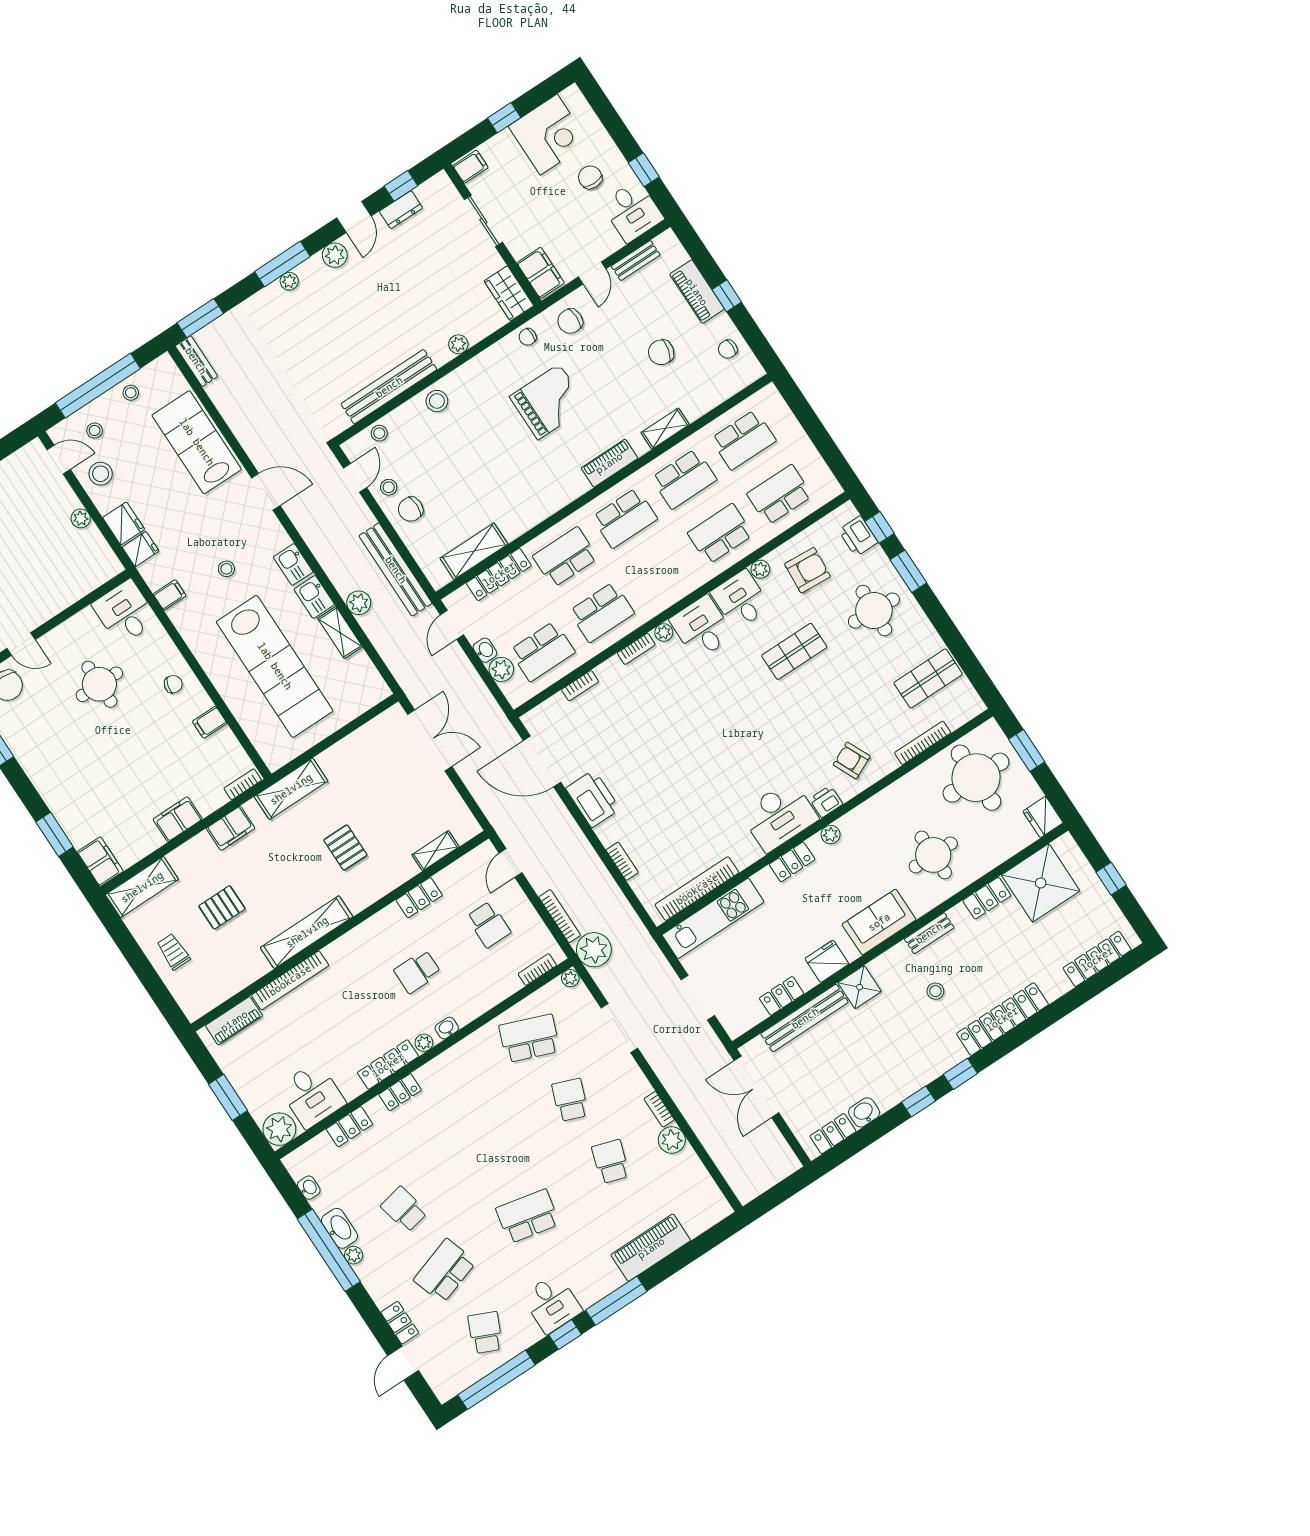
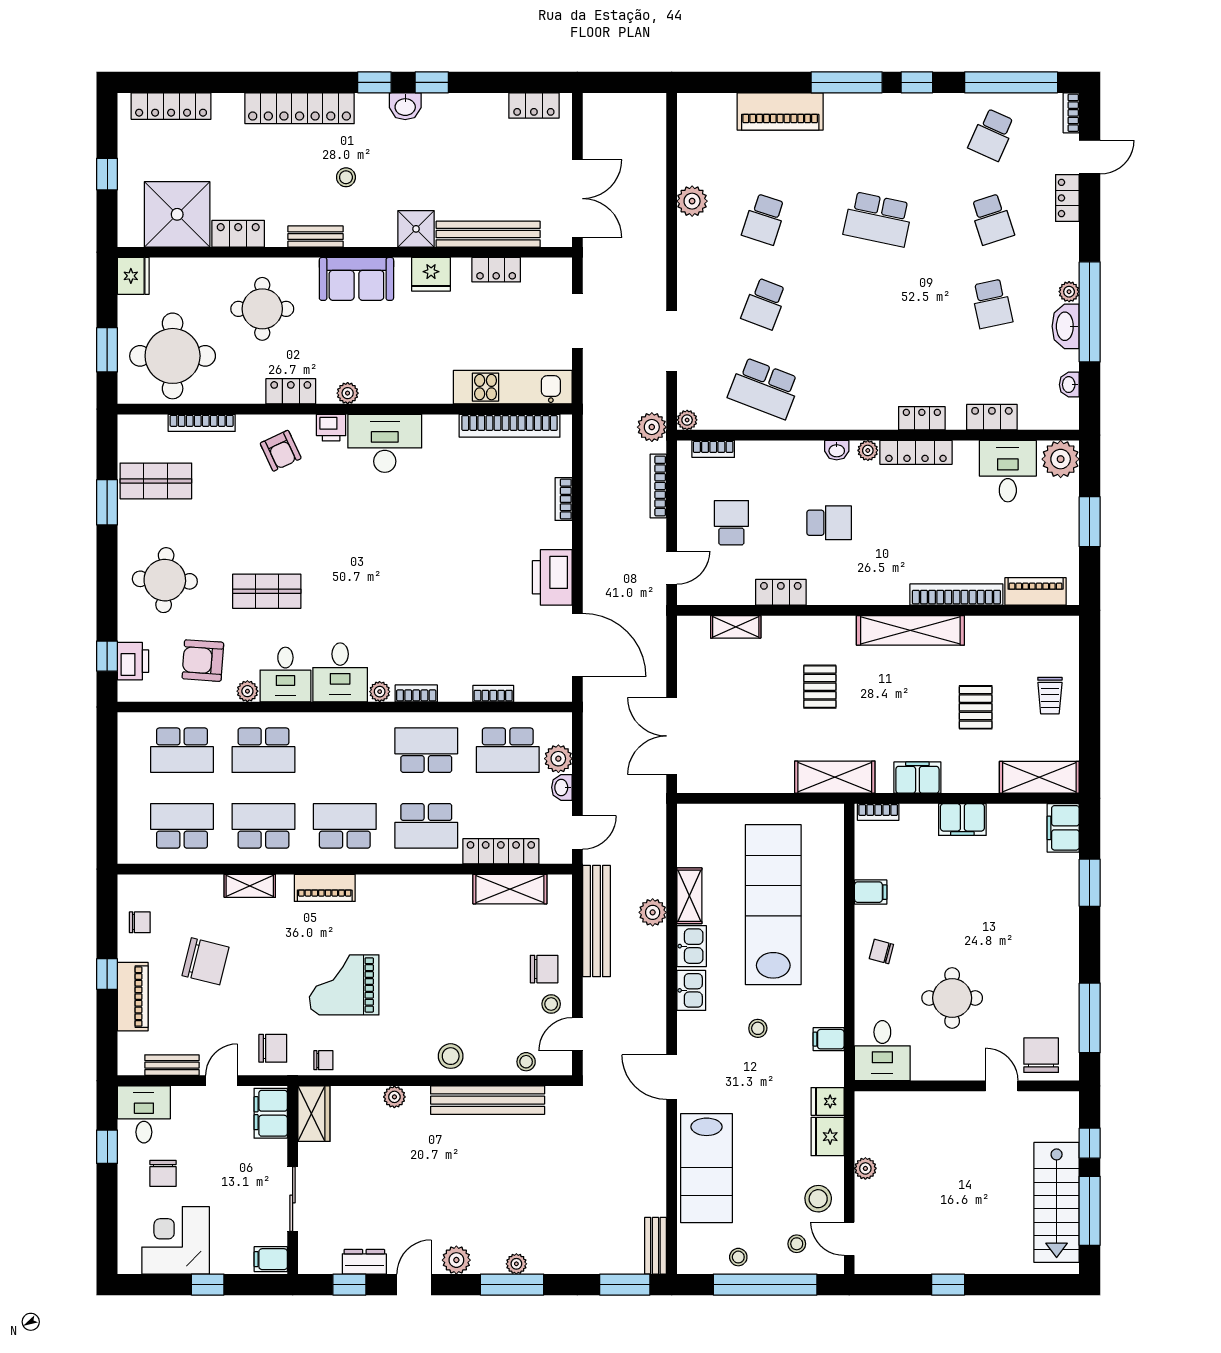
chair: (661, 352) -> (206, 961), width x1.37, depth x1.37
window: (908, 571) -> (107, 502), moved
school desk: (542, 651) -> (508, 750), turned 180
locker: (792, 862) -> (291, 391), moved
pallet: (222, 907) -> (976, 707), turned 90
plant: (594, 950) -> (652, 427), width x0.73, depth x0.73
bookcase: (659, 1109) -> (1071, 113), moved, turned 180
washbasin: (864, 1112) -> (405, 106), moved
school desk: (445, 1271) -> (992, 219), width x0.54
desk: (552, 1303) -> (910, 120), removed

